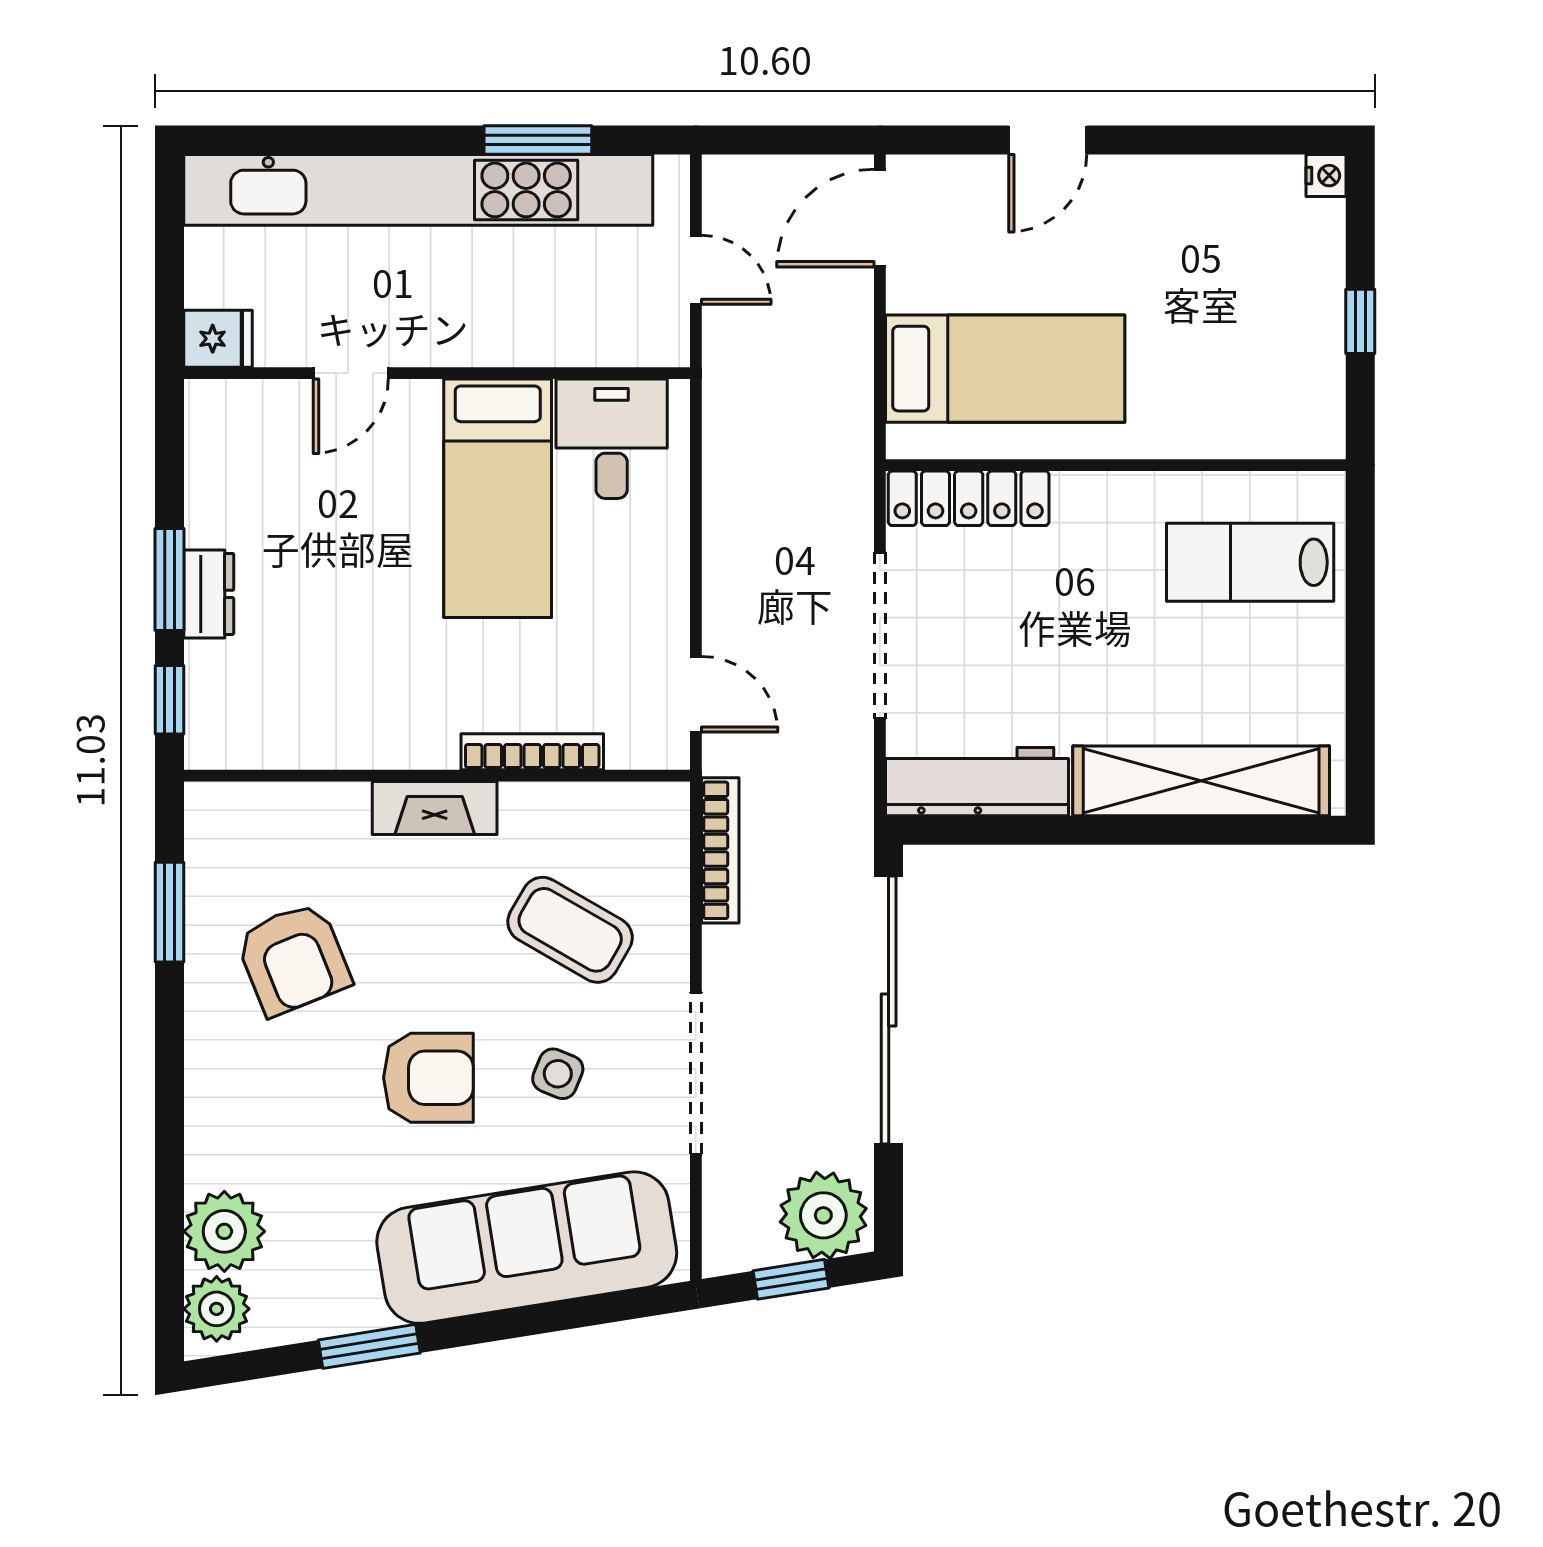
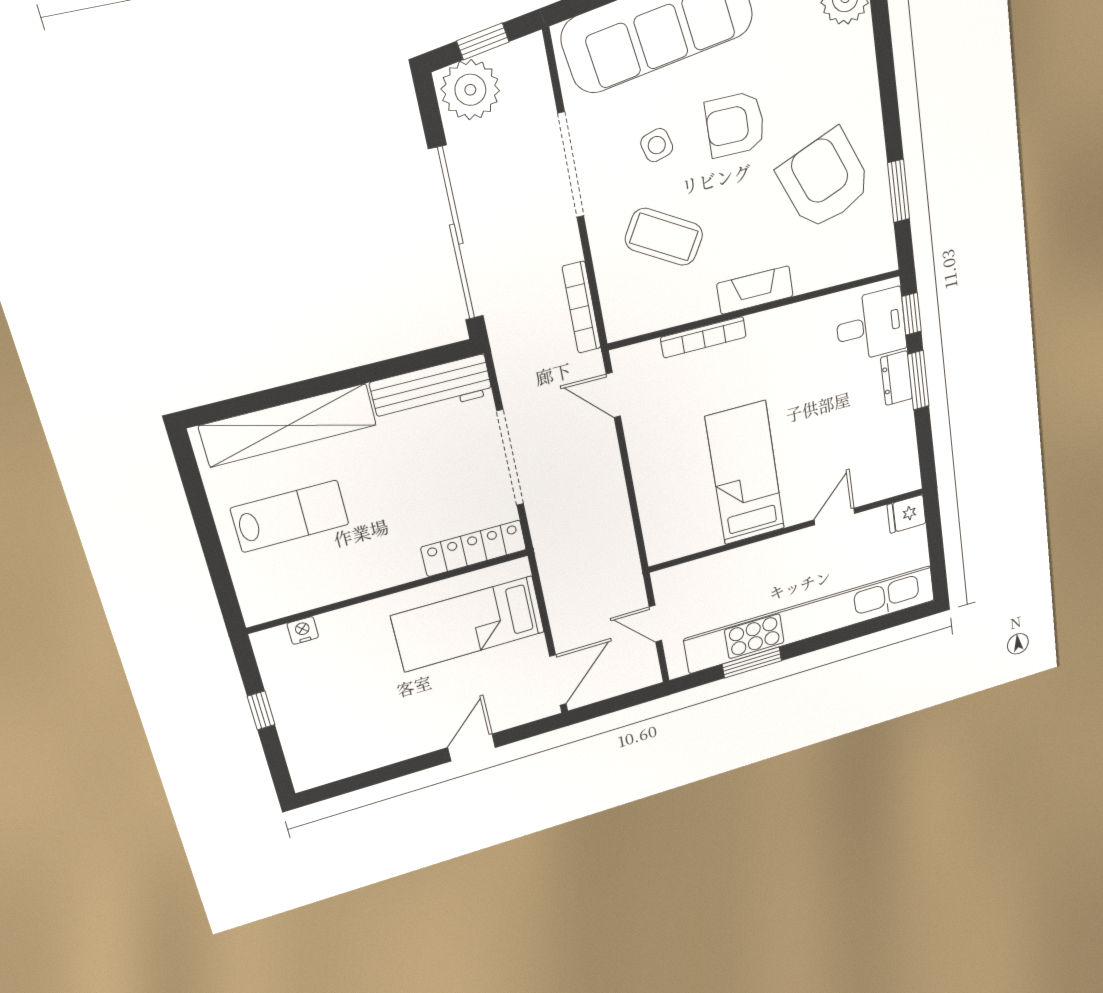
nightstand: (1326, 176) -> (303, 630), moved, turned 90
desk: (612, 439) -> (871, 325), moved, turned -90
lab bench: (1250, 562) -> (290, 516), moved
armchair: (293, 959) -> (825, 180), width x1.36, depth x1.36
side table: (558, 1074) -> (657, 145), turned -38

